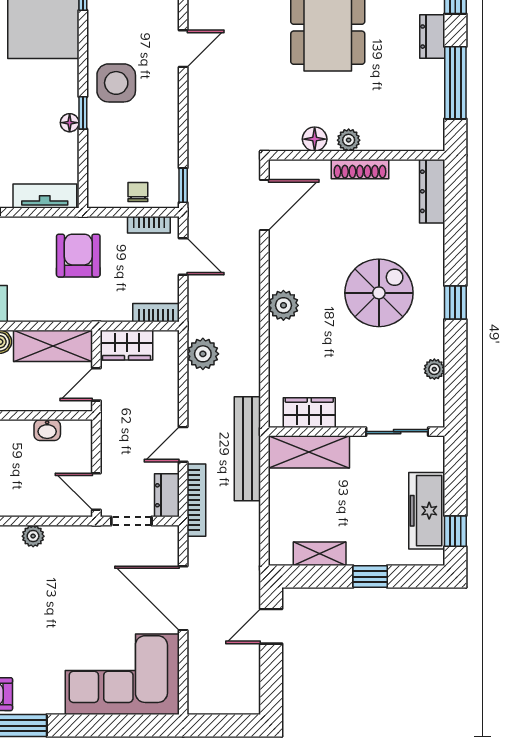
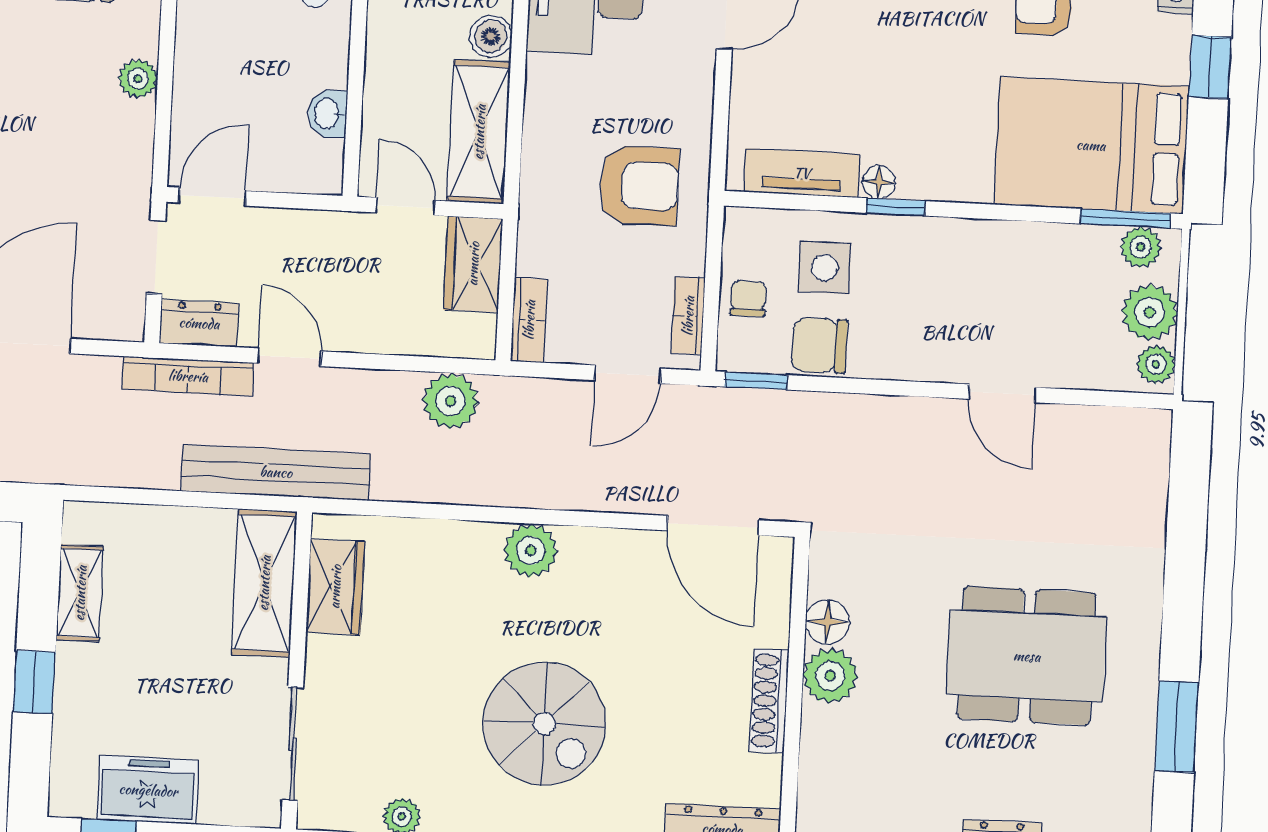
side table: (116, 83) -> (825, 268), moved, width x0.73, depth x0.73
plant: (349, 140) -> (830, 676), width x1.38, depth x1.38
chair: (162, 151) -> (819, 345), added
chair: (138, 192) -> (748, 299), turned -90
tv unit: (45, 196) -> (802, 173), moved, turned -90
freezer: (427, 511) -> (148, 790), width x0.71

